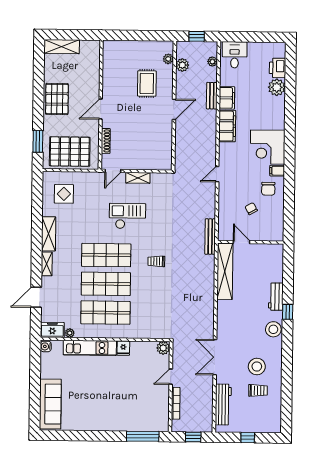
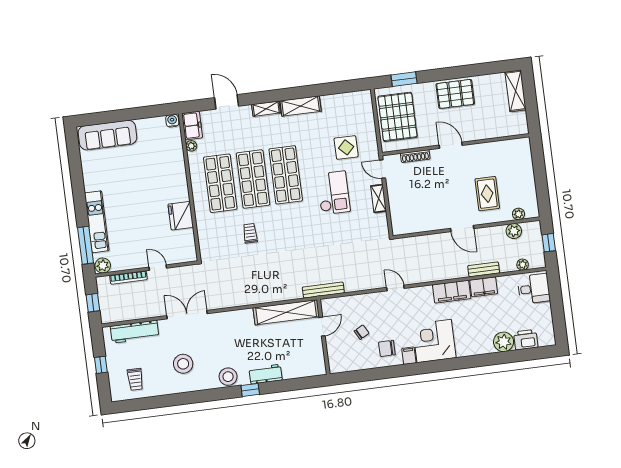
rug: (147, 83) -> (487, 194), turned 90
display table: (64, 194) -> (346, 147), moved
trolley: (156, 261) -> (250, 233), moved
kitchen unit: (90, 348) -> (97, 222), moved, turned 180
fridge: (123, 348) -> (181, 216), width x1.88, depth x1.34
plant: (163, 348) -> (103, 266), moved
trolley: (258, 390) -> (135, 379), moved

